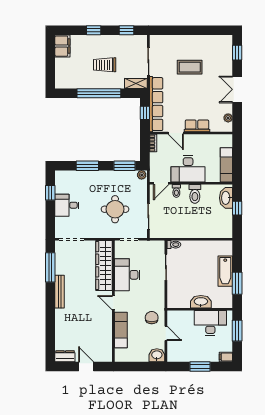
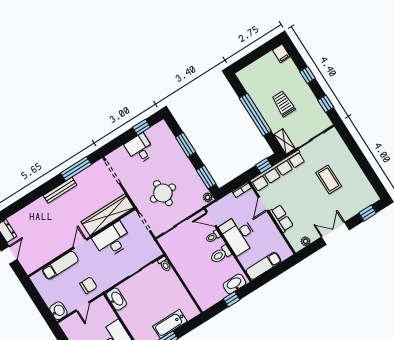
filing cabinet: (62, 46) -> (281, 53), width x0.50
washbasin: (201, 302) -> (117, 299), moved

